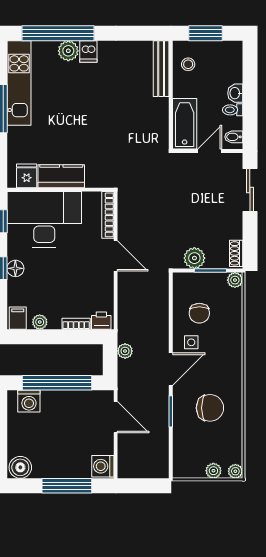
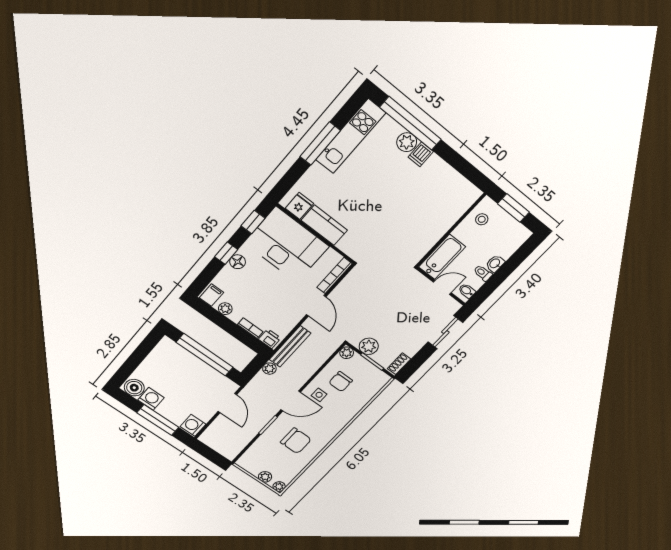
bench: (161, 69) -> (290, 346), moved
plant: (235, 280) -> (347, 353), moved
washing machine: (29, 401) -> (151, 399), moved, turned 180

